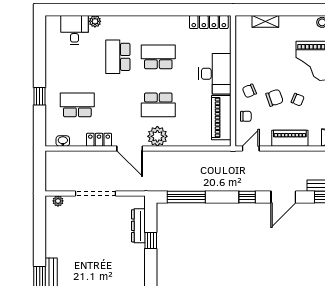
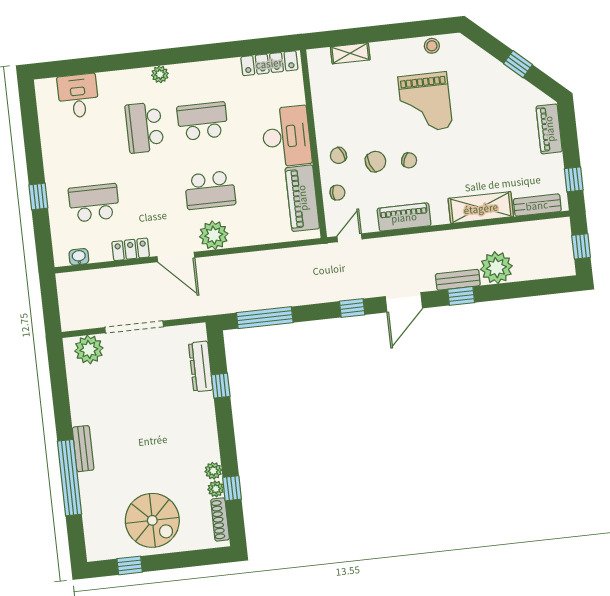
plant: (95, 21) -> (160, 74), moved
plant: (58, 201) -> (89, 350), width x1.87, depth x1.87

